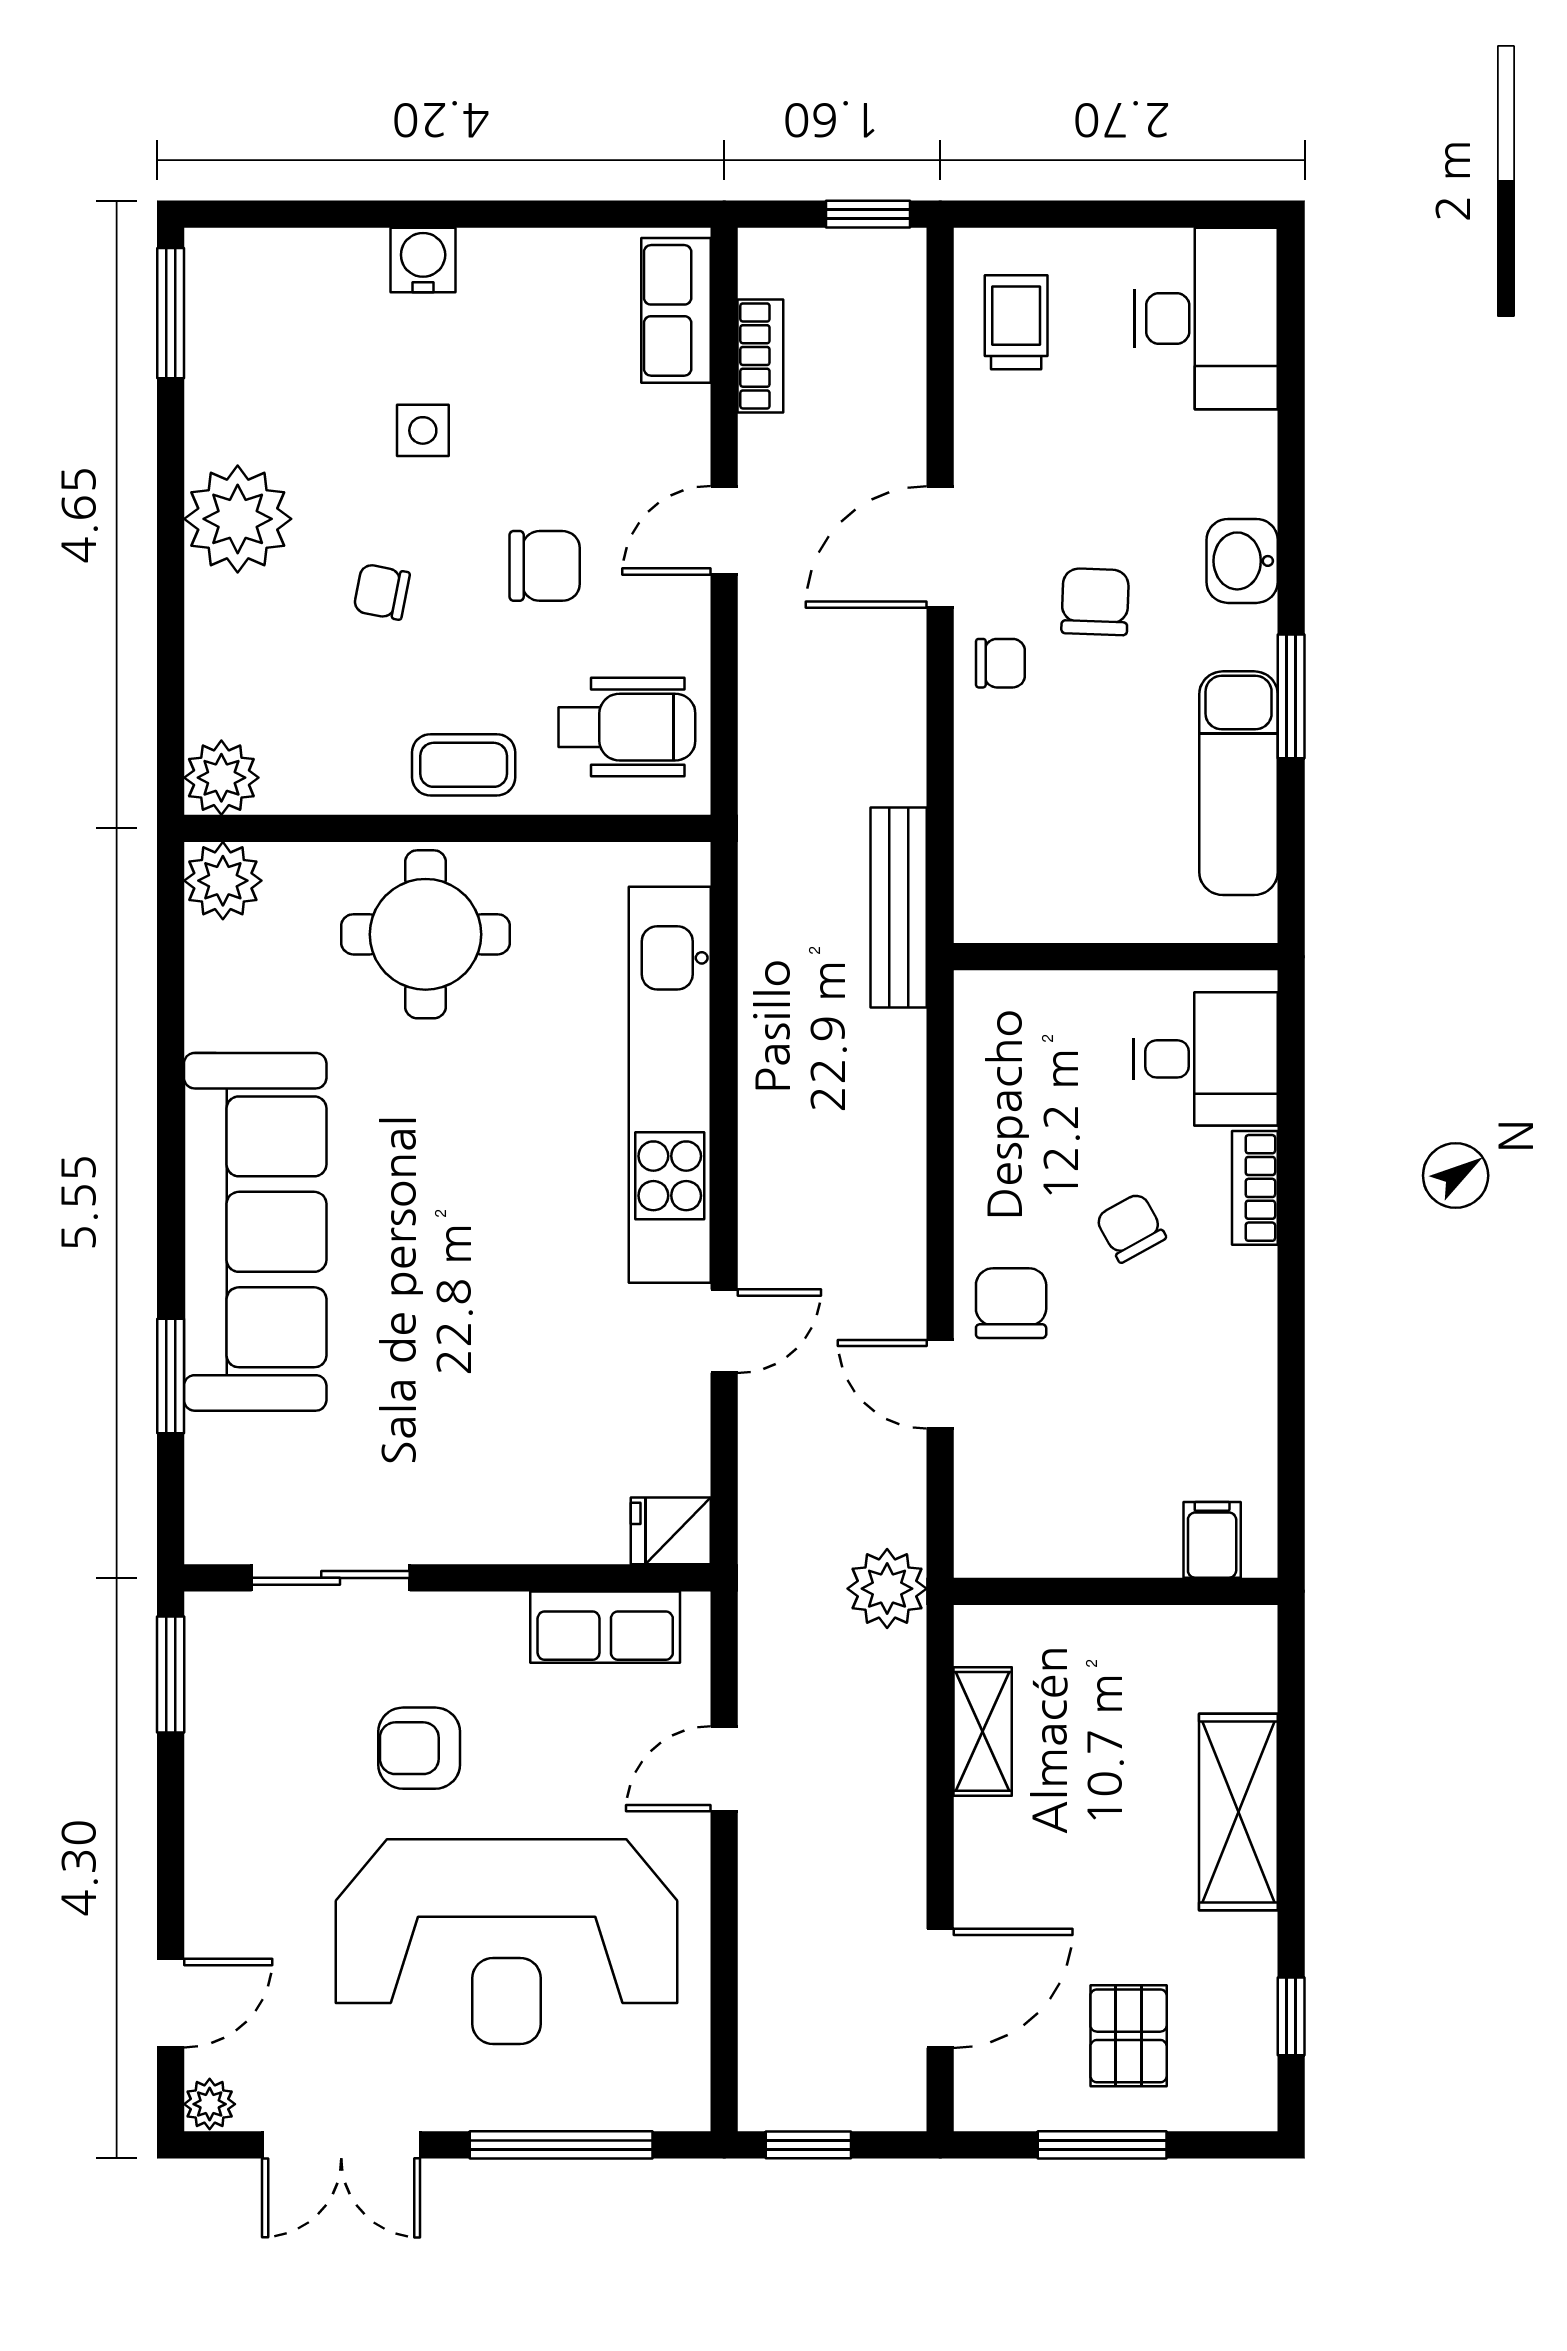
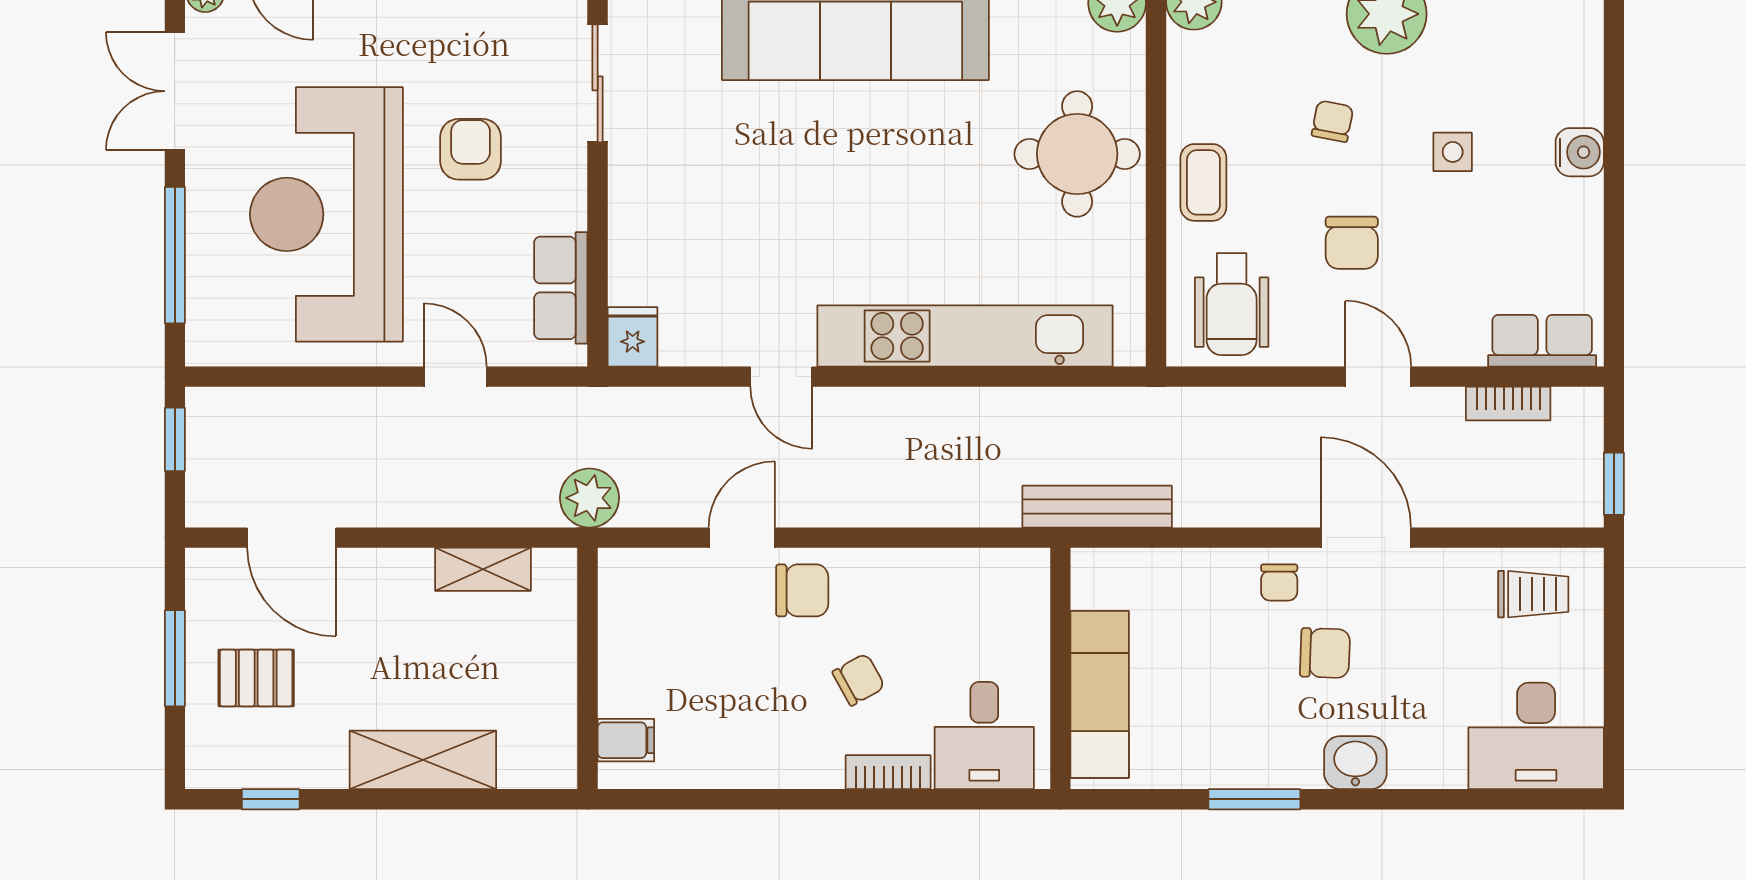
exam couch: (1239, 783) -> (1100, 694), moved, turned 90

